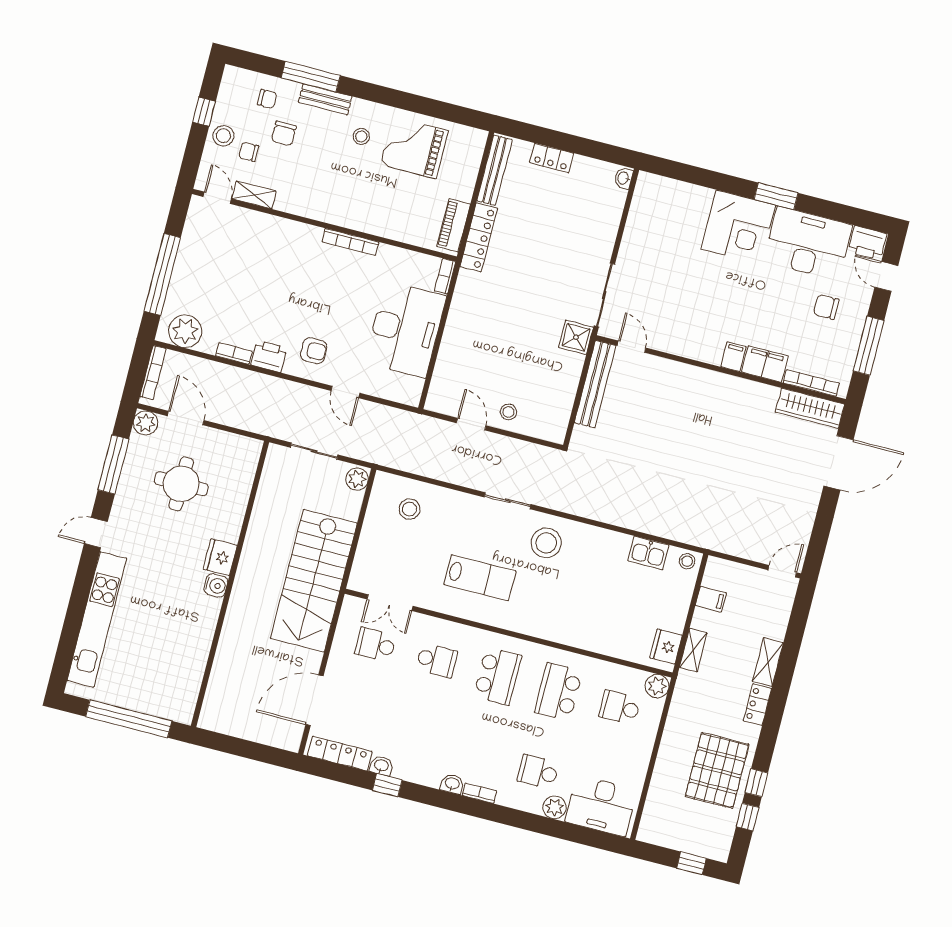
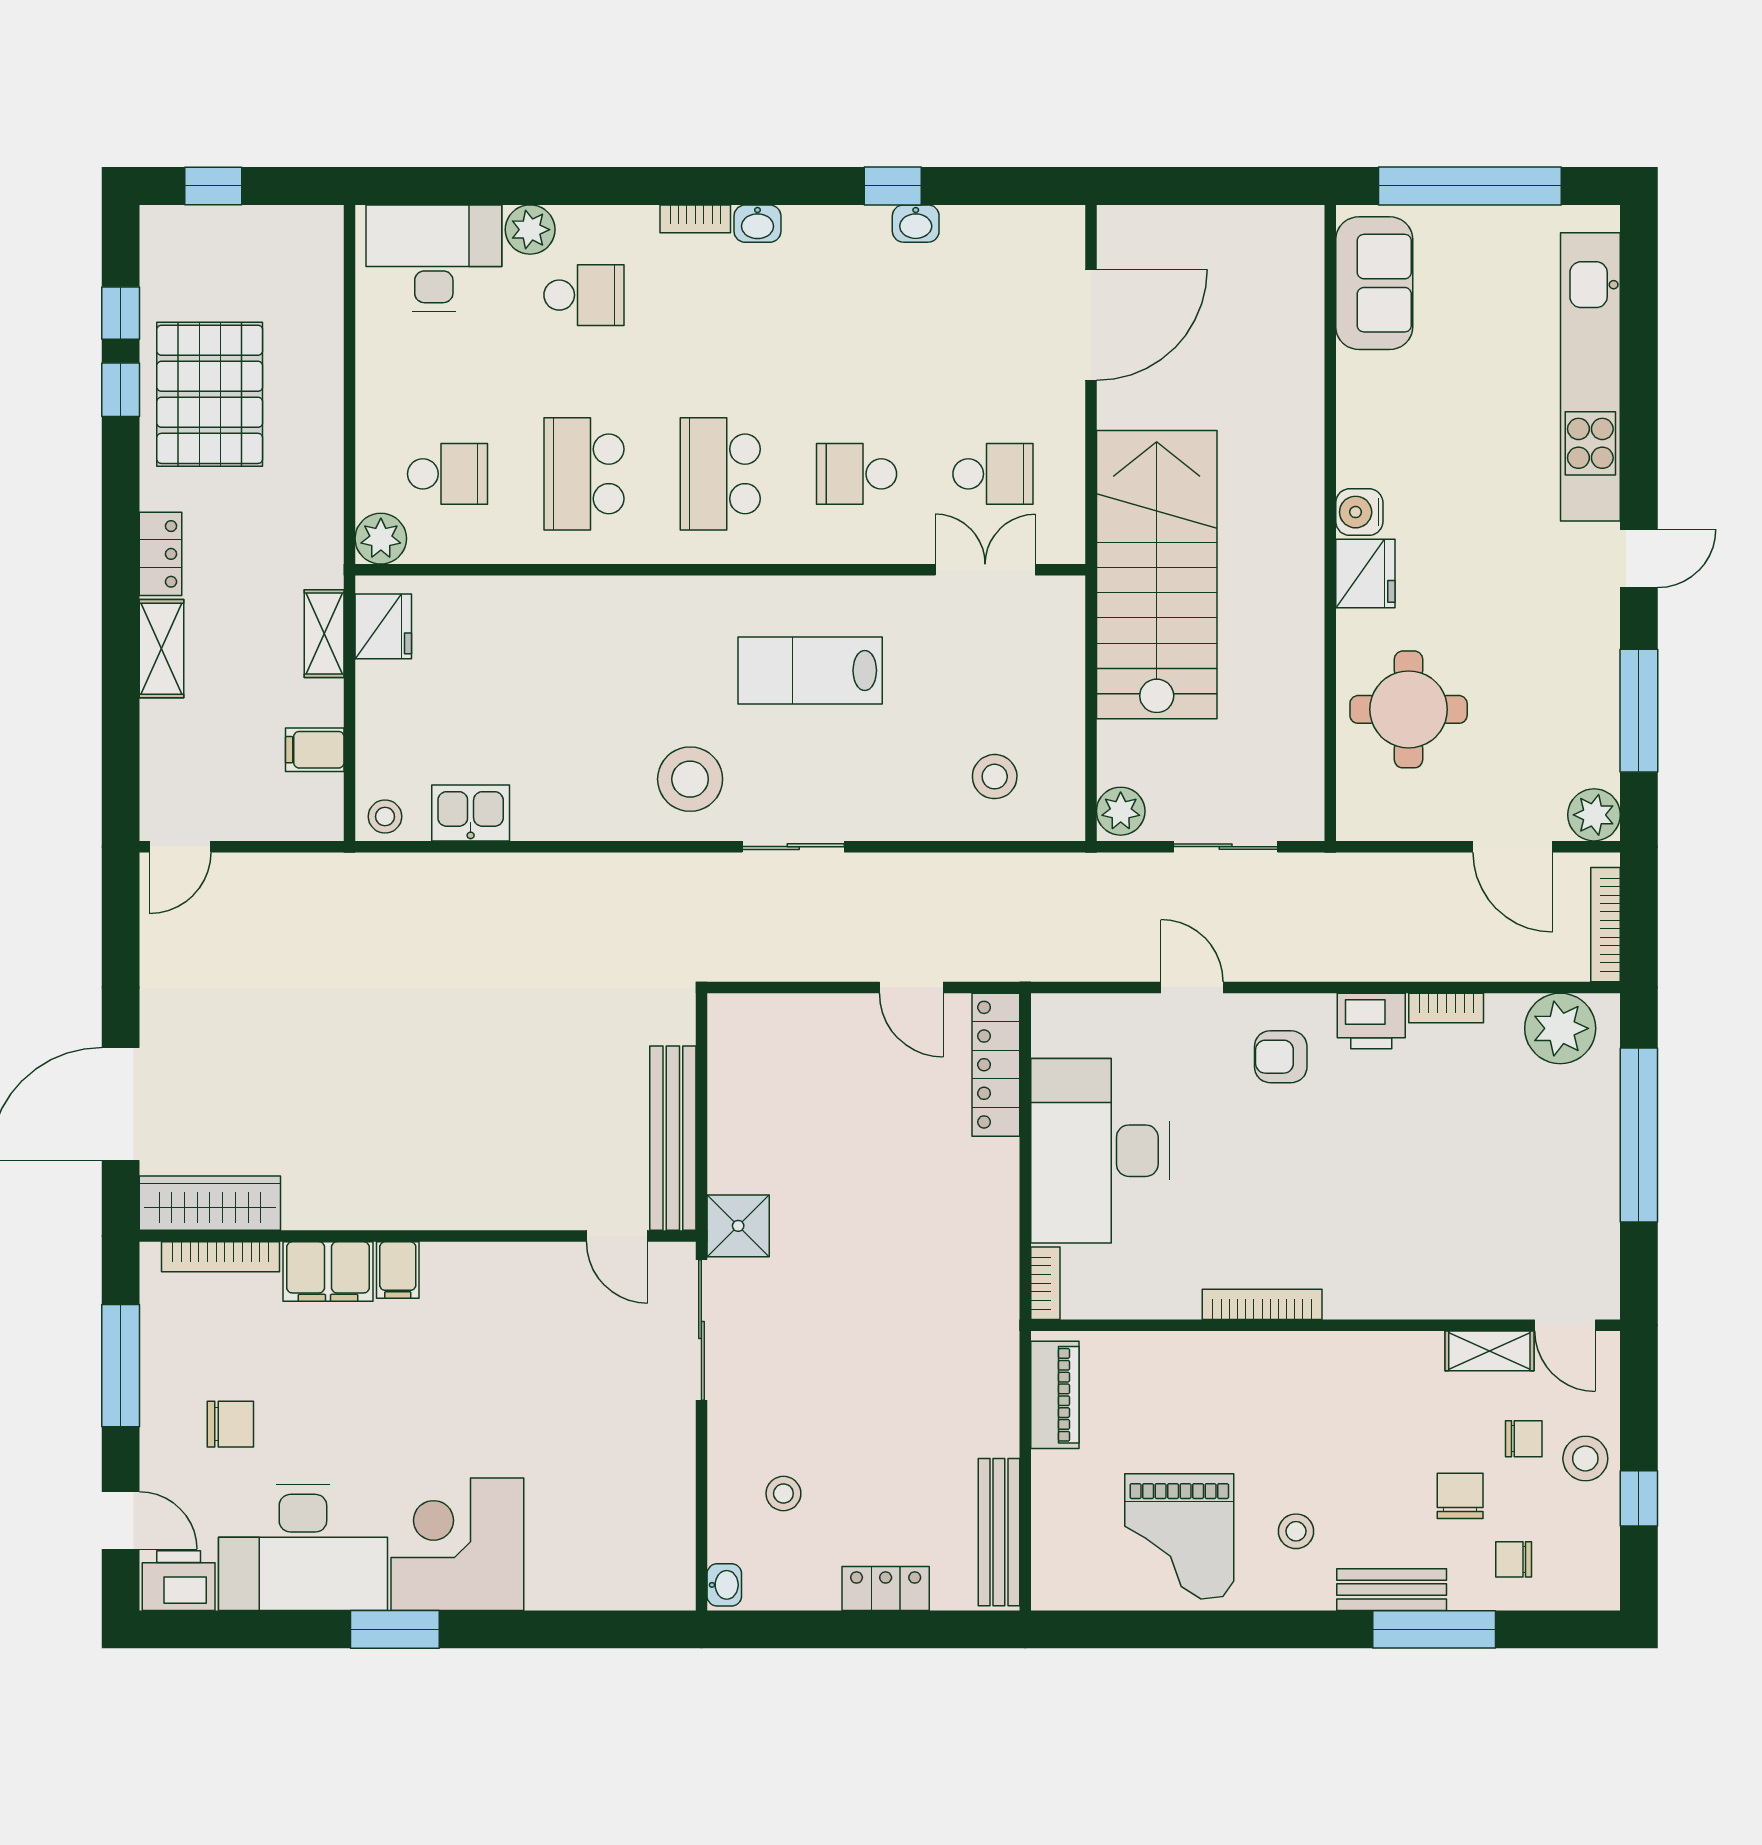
grand piano: (414, 148) -> (1179, 1536), turned 90
locker: (479, 237) -> (996, 1065), moved
stool: (508, 412) -> (783, 1494), moved
round table: (181, 484) -> (1409, 709), moved
sofa: (183, 686) -> (1374, 283), added
school desk: (559, 692) -> (584, 474), turned 180
locker: (340, 754) -> (1009, 227), removed

